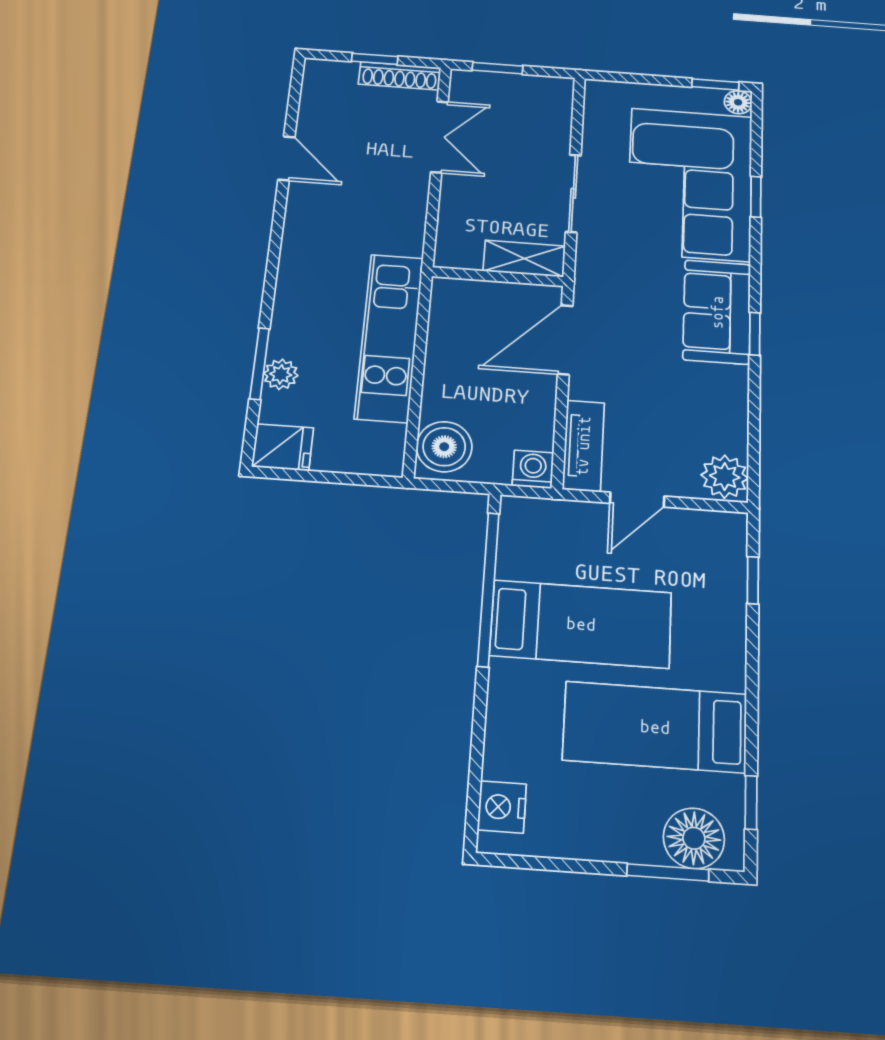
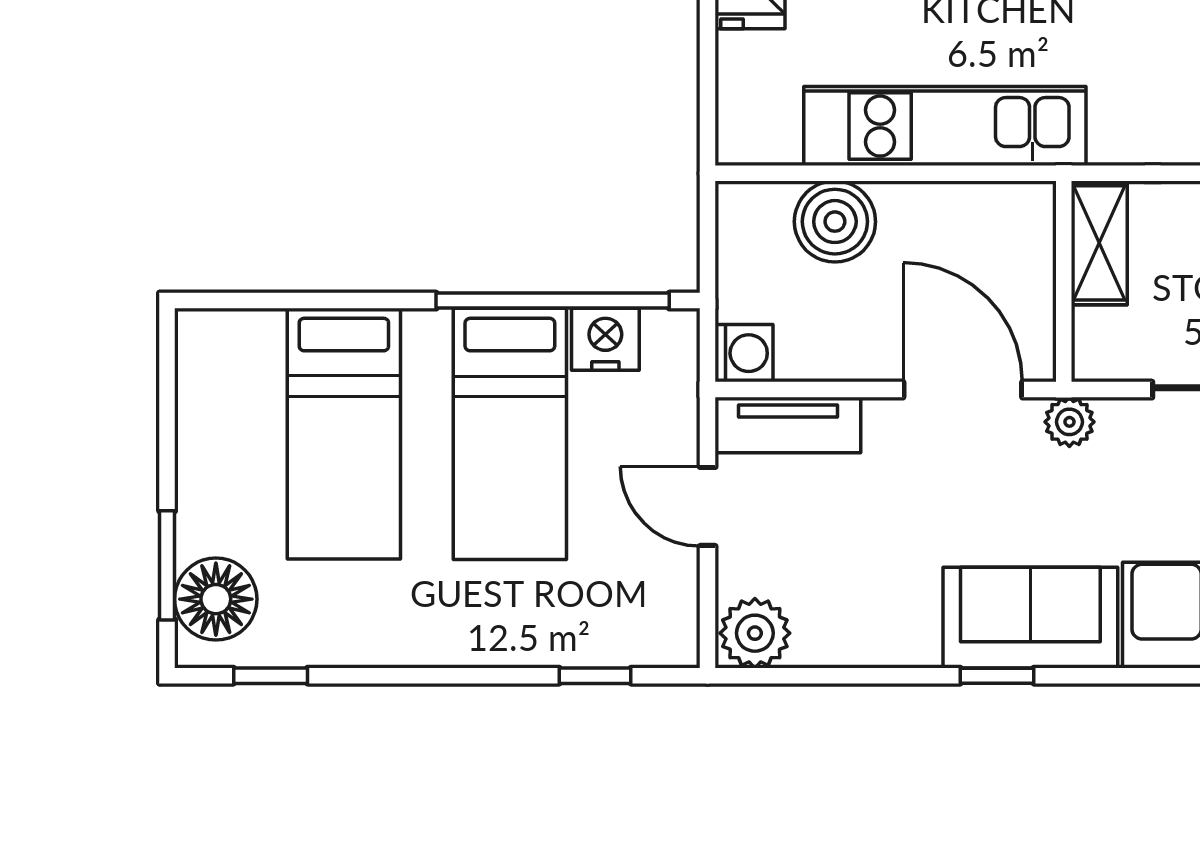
shelving: (524, 259) -> (1099, 243), moved
plant: (590, 280) -> (1069, 422), added
boiler: (444, 447) -> (835, 222), moved
bed: (655, 727) -> (344, 434), moved, turned 180
nightstand: (502, 807) -> (605, 339), moved

